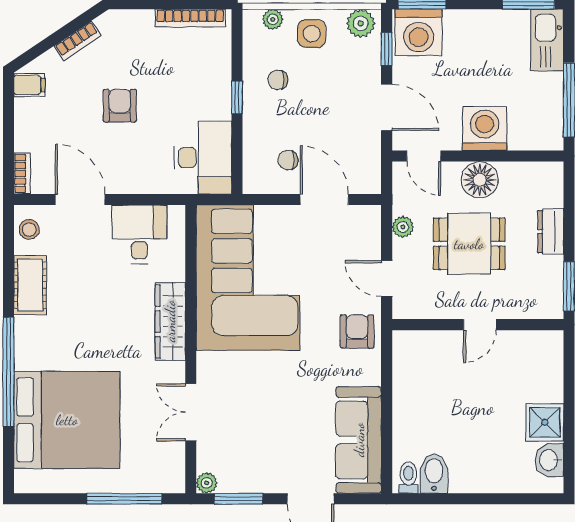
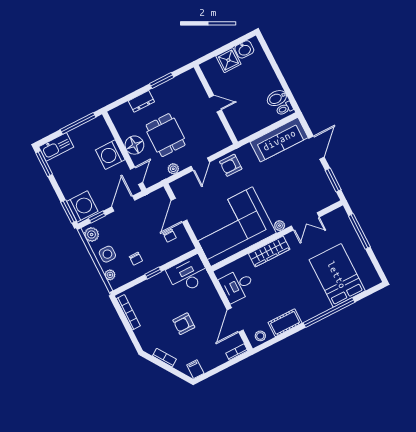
wall: (478, 325) -> (216, 105), moved
door: (480, 325) -> (215, 104), moved
bed: (67, 420) -> (337, 275), width x0.73
plant: (207, 483) -> (280, 226), moved

